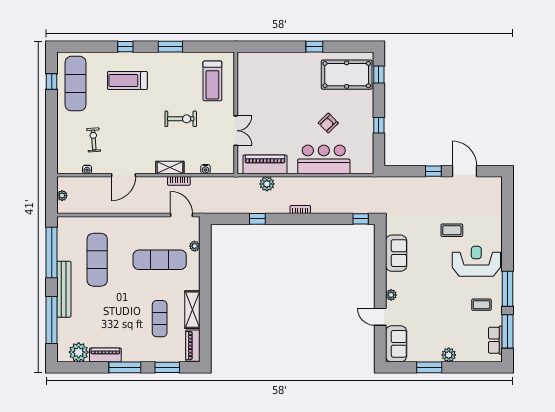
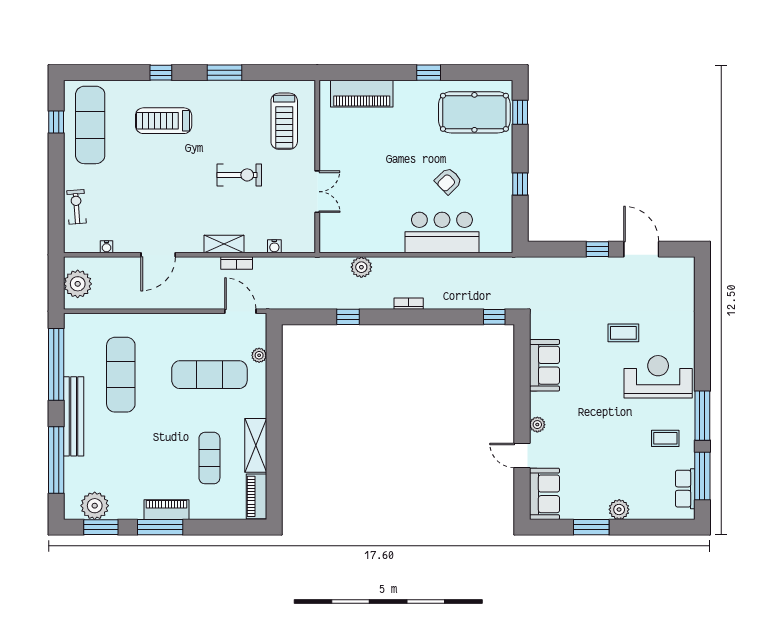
exercise bike: (94, 140) -> (76, 207), moved
piano: (265, 164) -> (362, 94), moved, turned 180
plant: (62, 196) -> (78, 284), width x1.88, depth x1.88
piano: (105, 355) -> (167, 510), moved
window: (167, 367) -> (101, 527), moved

